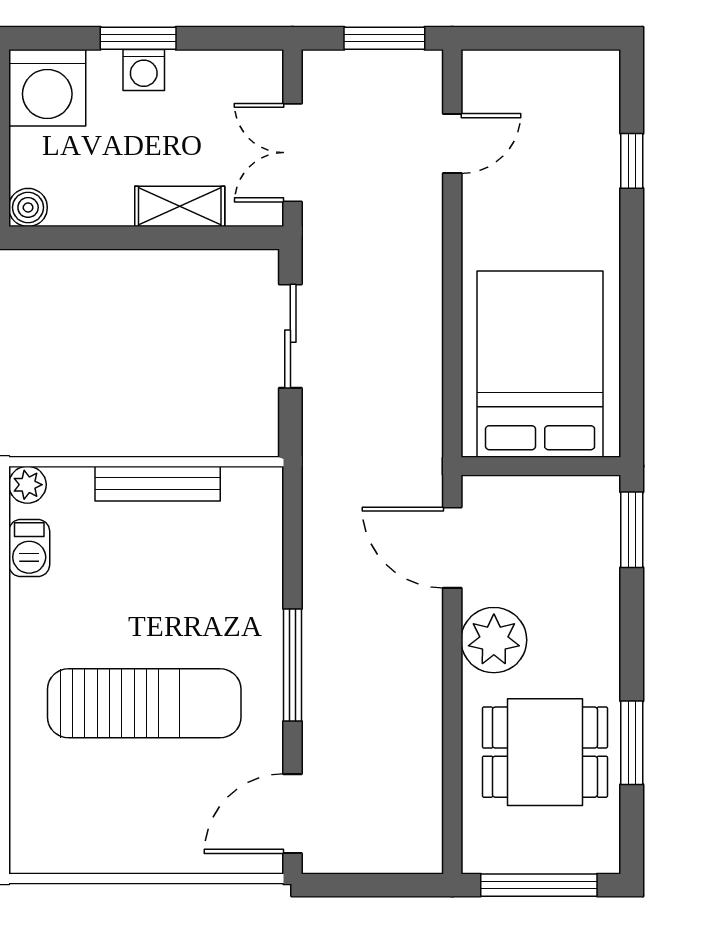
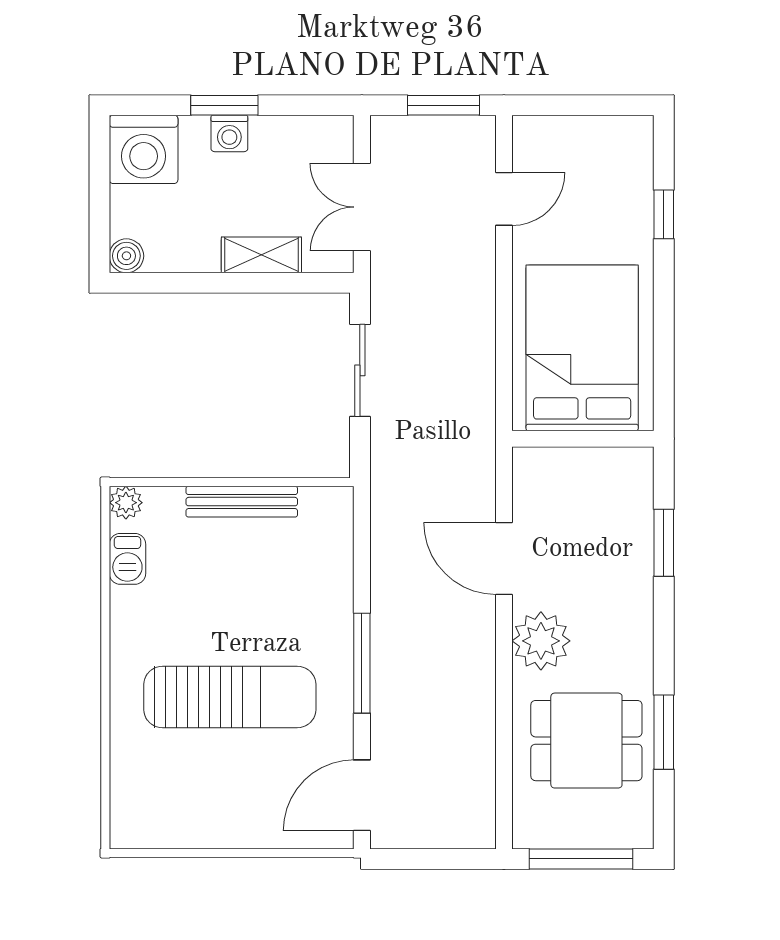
bed: (540, 364) -> (582, 348), moved
wall: (541, 466) -> (583, 439), moved

